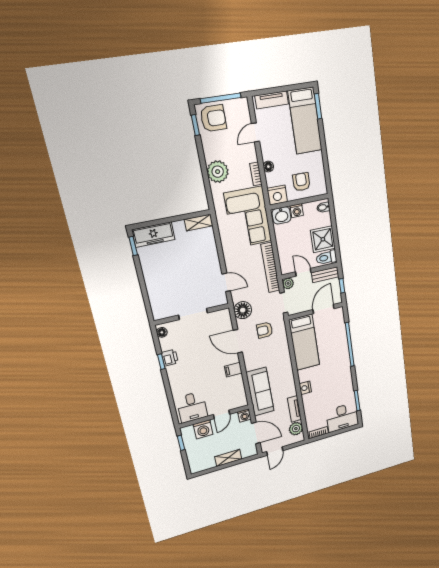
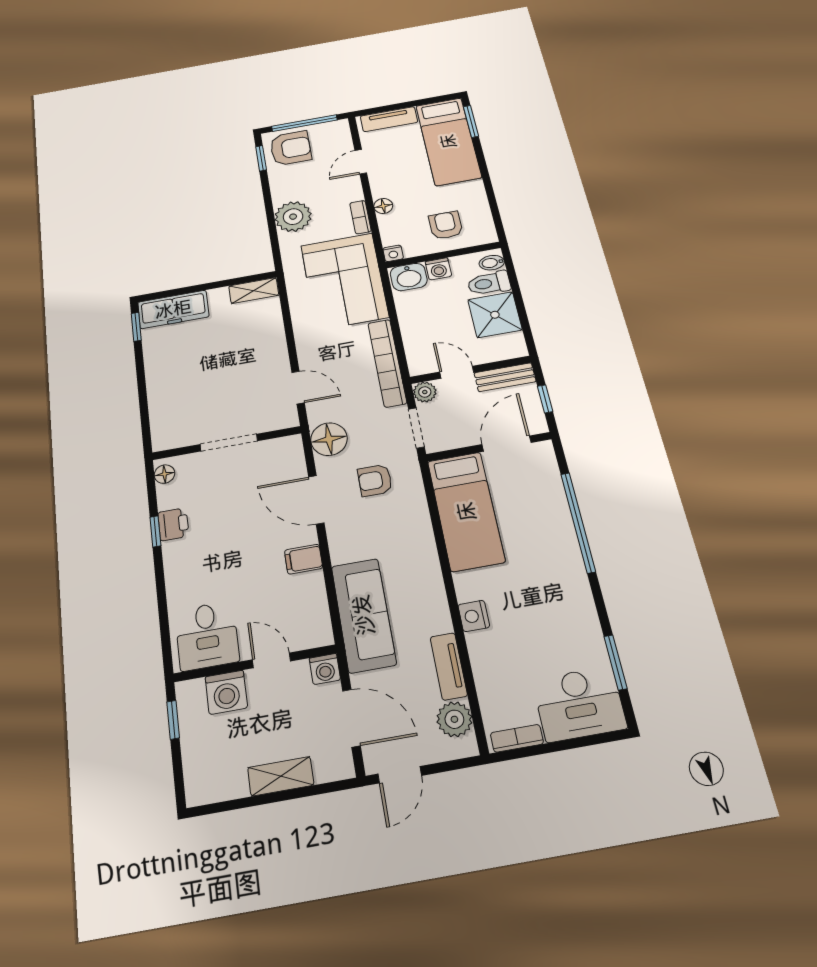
nightstand: (277, 195) -> (393, 253), width x0.53, depth x0.56
toilet: (326, 258) -> (489, 283), moved
door: (222, 414) -> (271, 660), swing flipped

